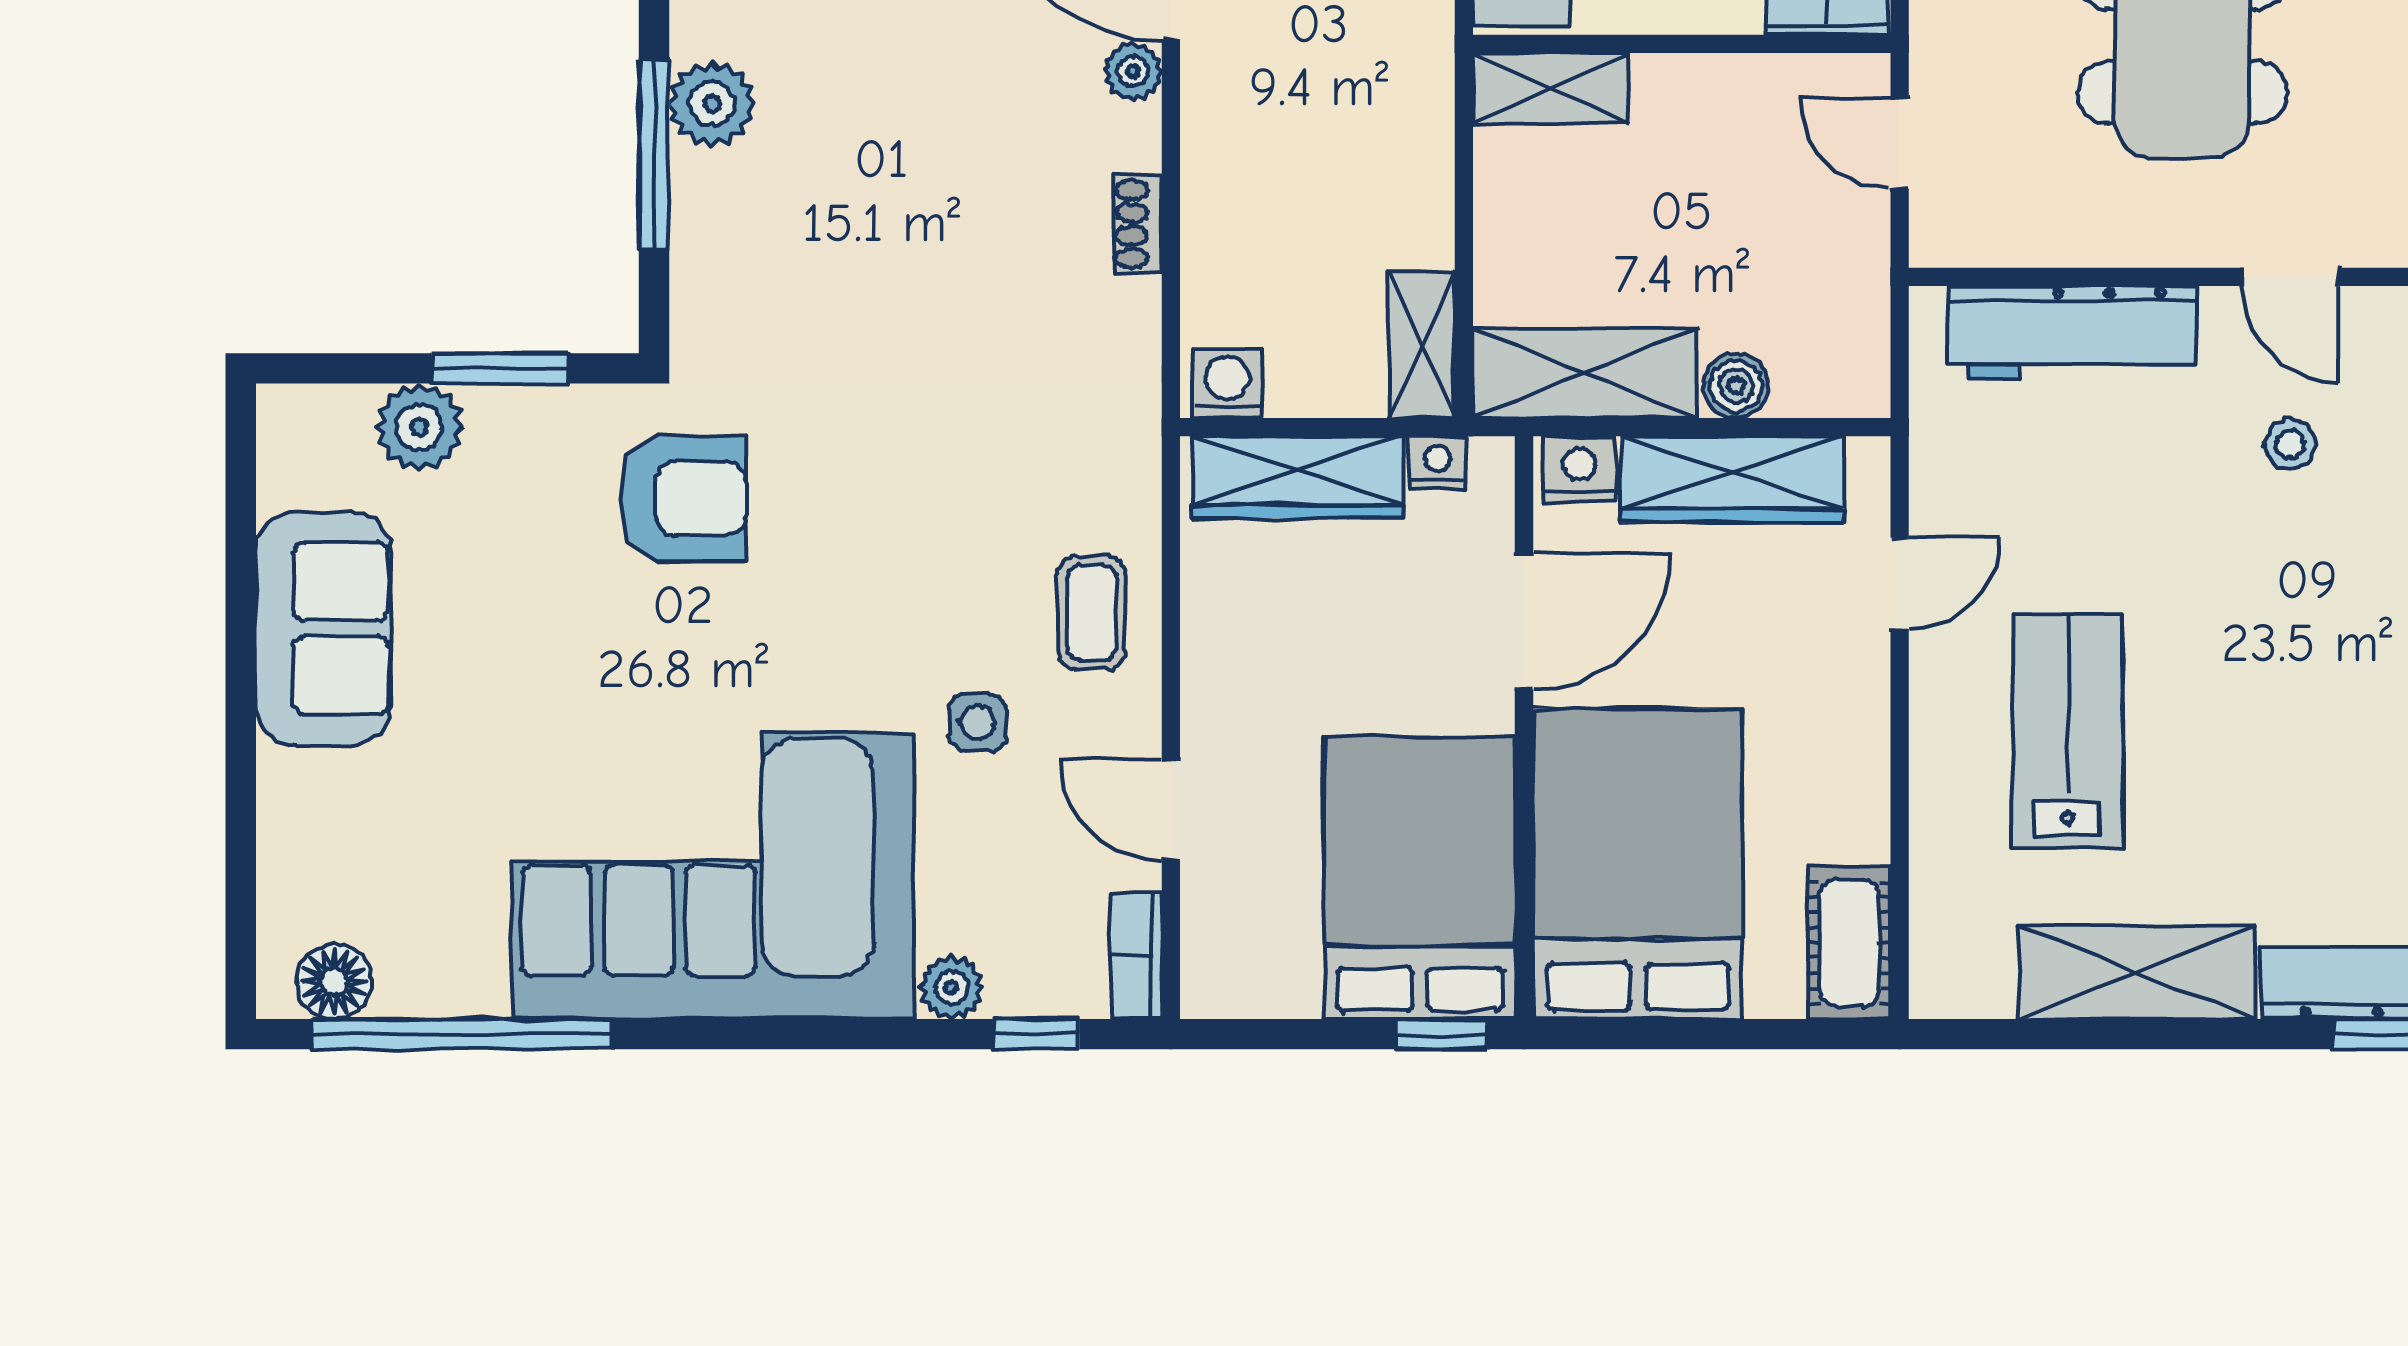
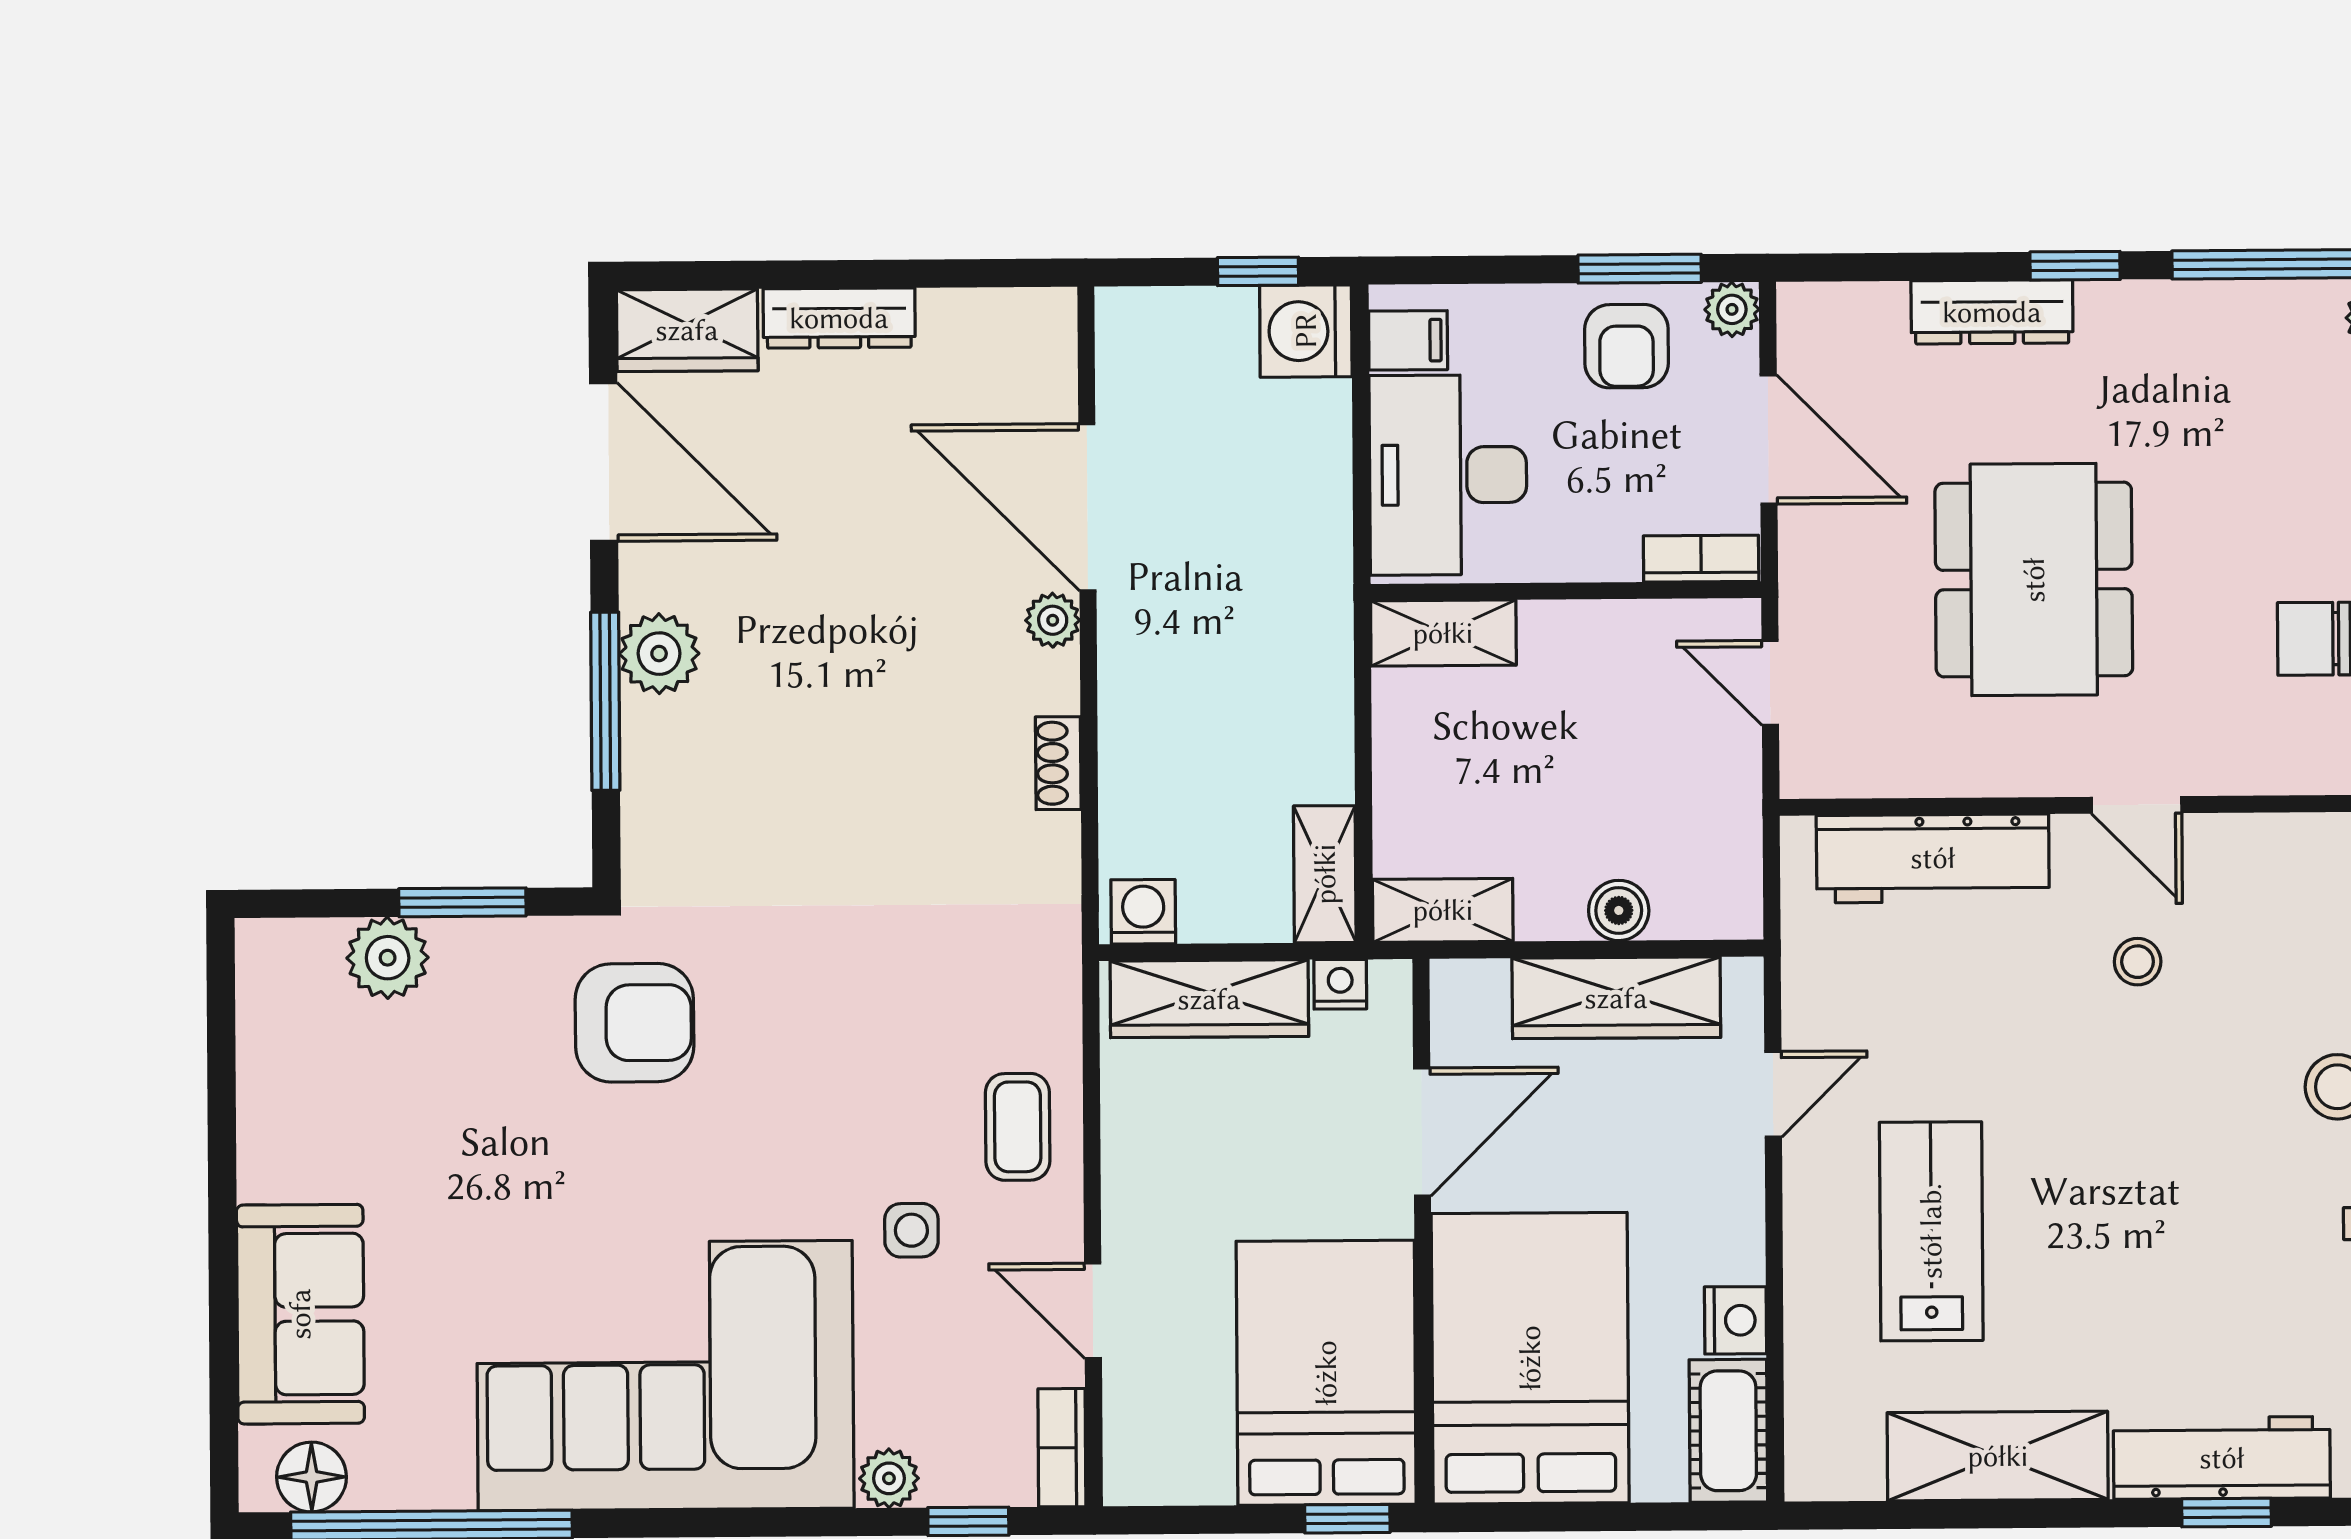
shelving: (1585, 373) -> (1443, 910), width x0.67, depth x0.75
nightstand: (1580, 469) -> (1735, 1320), moved, turned 90
sofa: (323, 628) -> (300, 1314), moved

